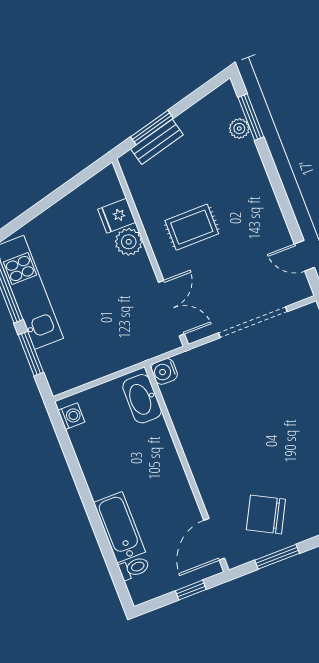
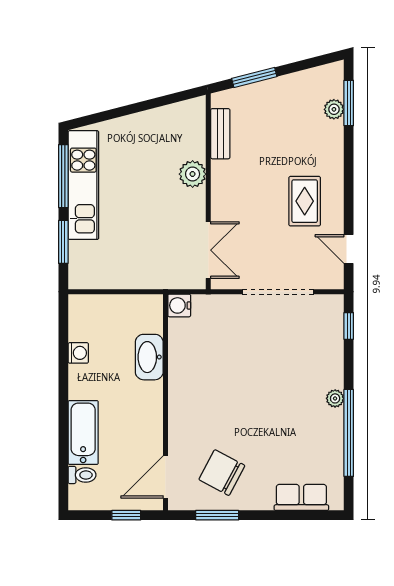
bench: (157, 142) -> (220, 134), moved, turned -76
fridge: (117, 216) -> (191, 146), removed
rug: (192, 227) -> (305, 201), moved, turned 90
washbasin: (142, 399) -> (149, 357), moved
washing machine: (71, 416) -> (78, 353), moved

